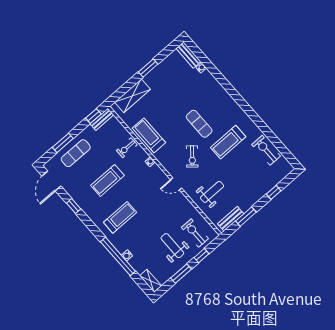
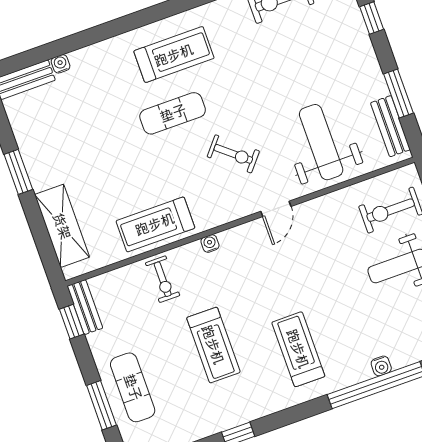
treadmill: (228, 142) -> (174, 55), moved, turned -90
weight bench: (212, 192) -> (321, 142), width x1.36, depth x1.33

